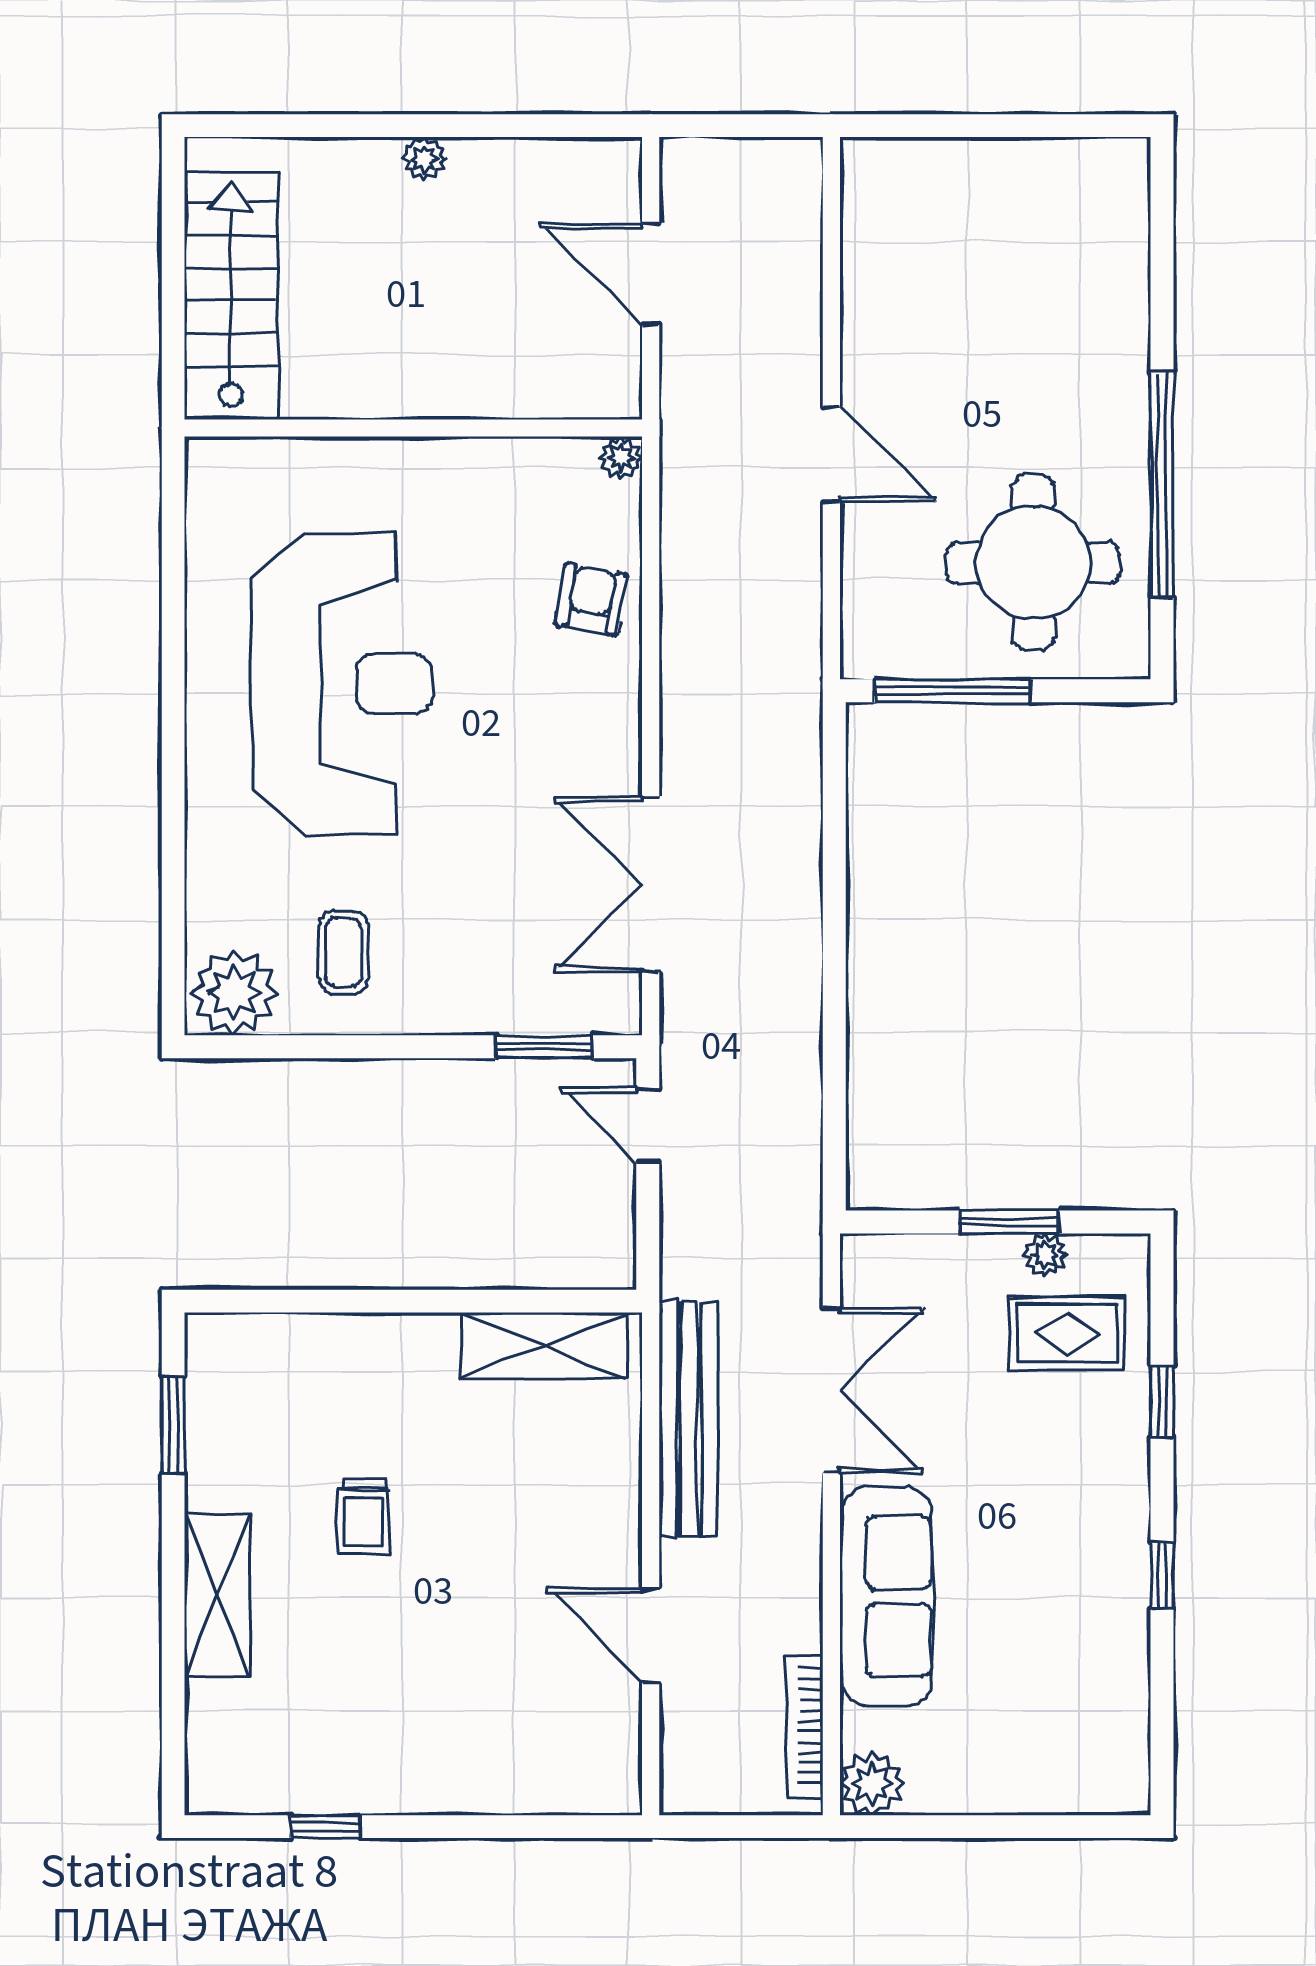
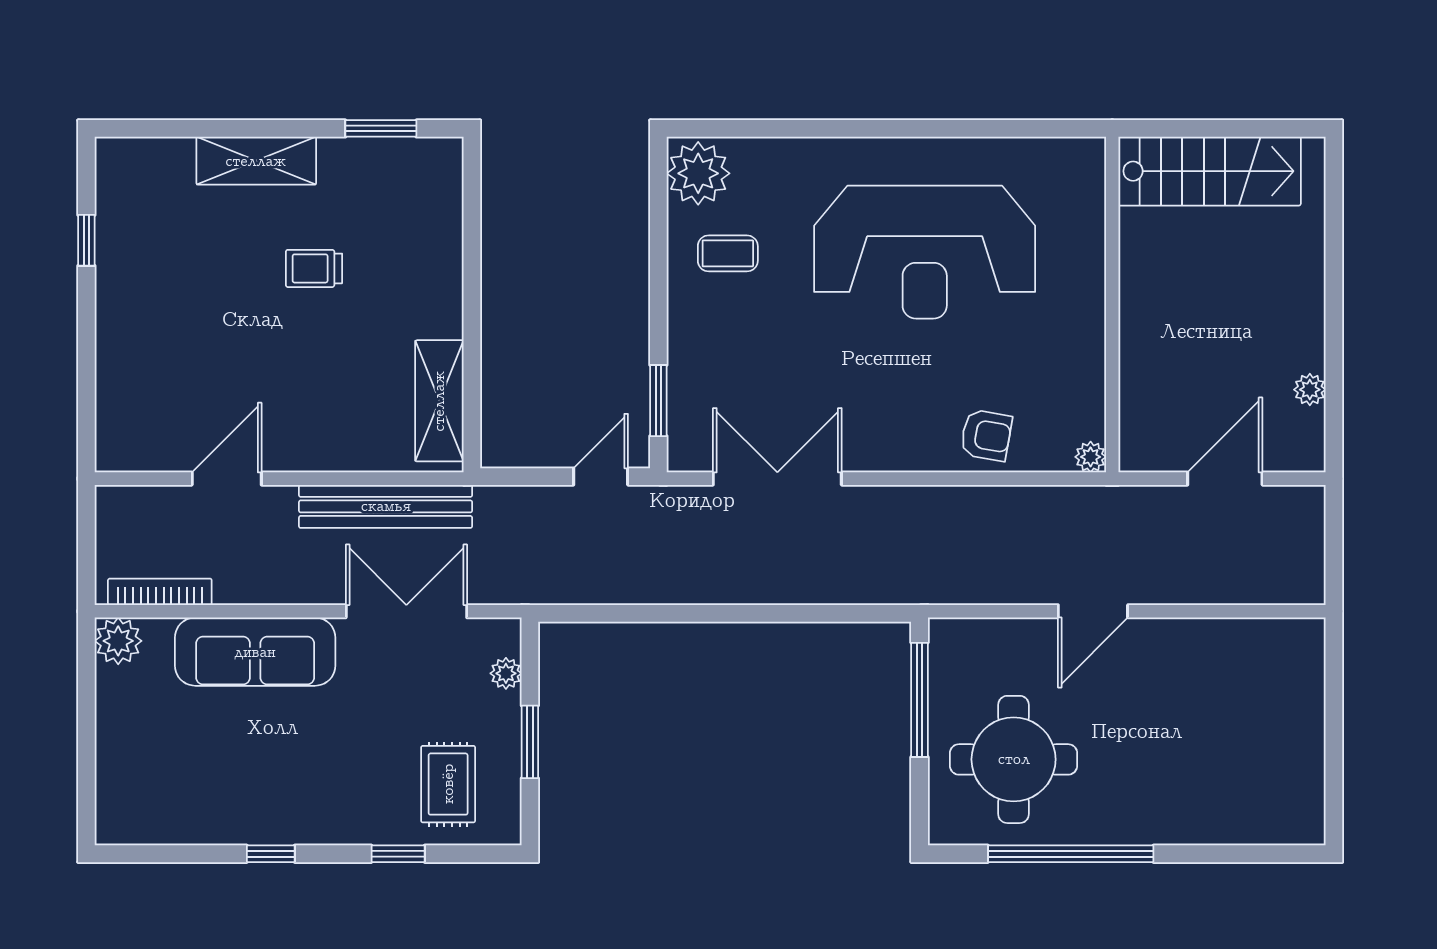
plant: (424, 159) -> (1310, 390), moved
plant: (1045, 1255) -> (506, 673), moved
double door: (831, 1390) -> (406, 611), swing flipped

